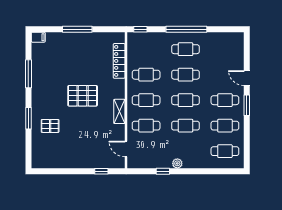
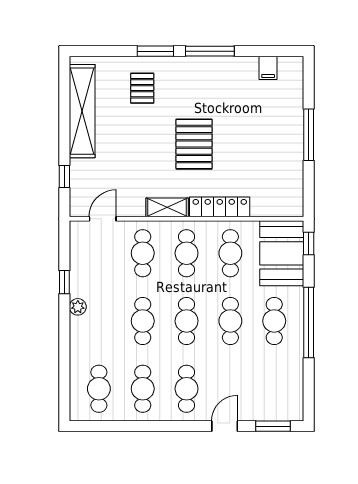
filing cabinet: (38, 37) -> (268, 68), moved
booth: (146, 45) -> (282, 253), added
locker: (119, 61) -> (220, 207), moved
window: (28, 74) -> (210, 51), moved
window: (247, 105) -> (273, 426), moved
shelving: (63, 161) -> (82, 111), added

